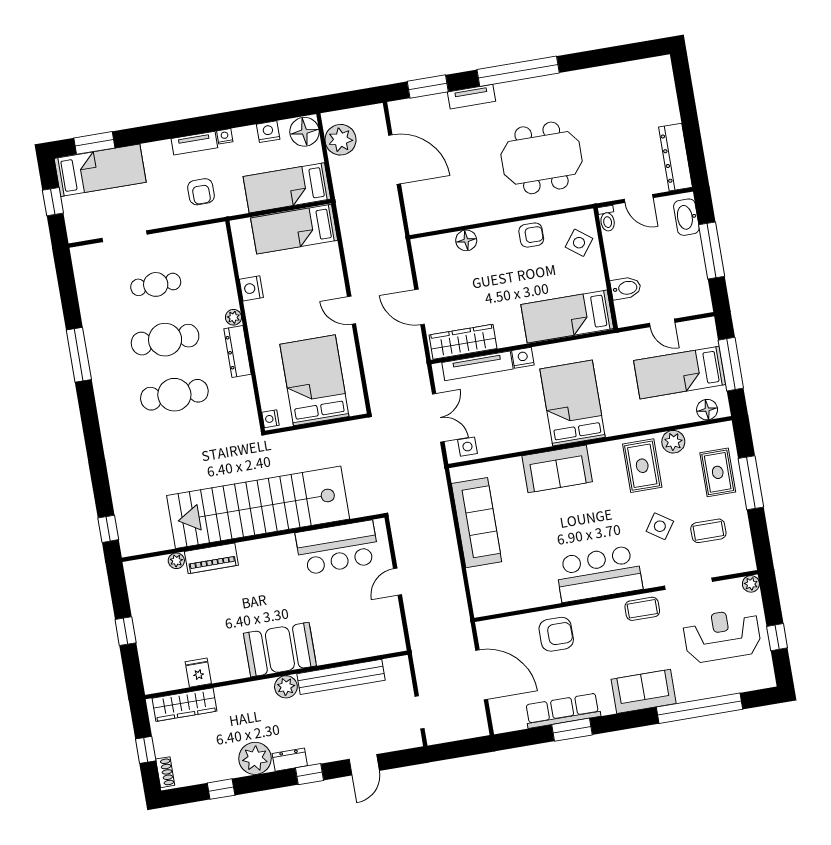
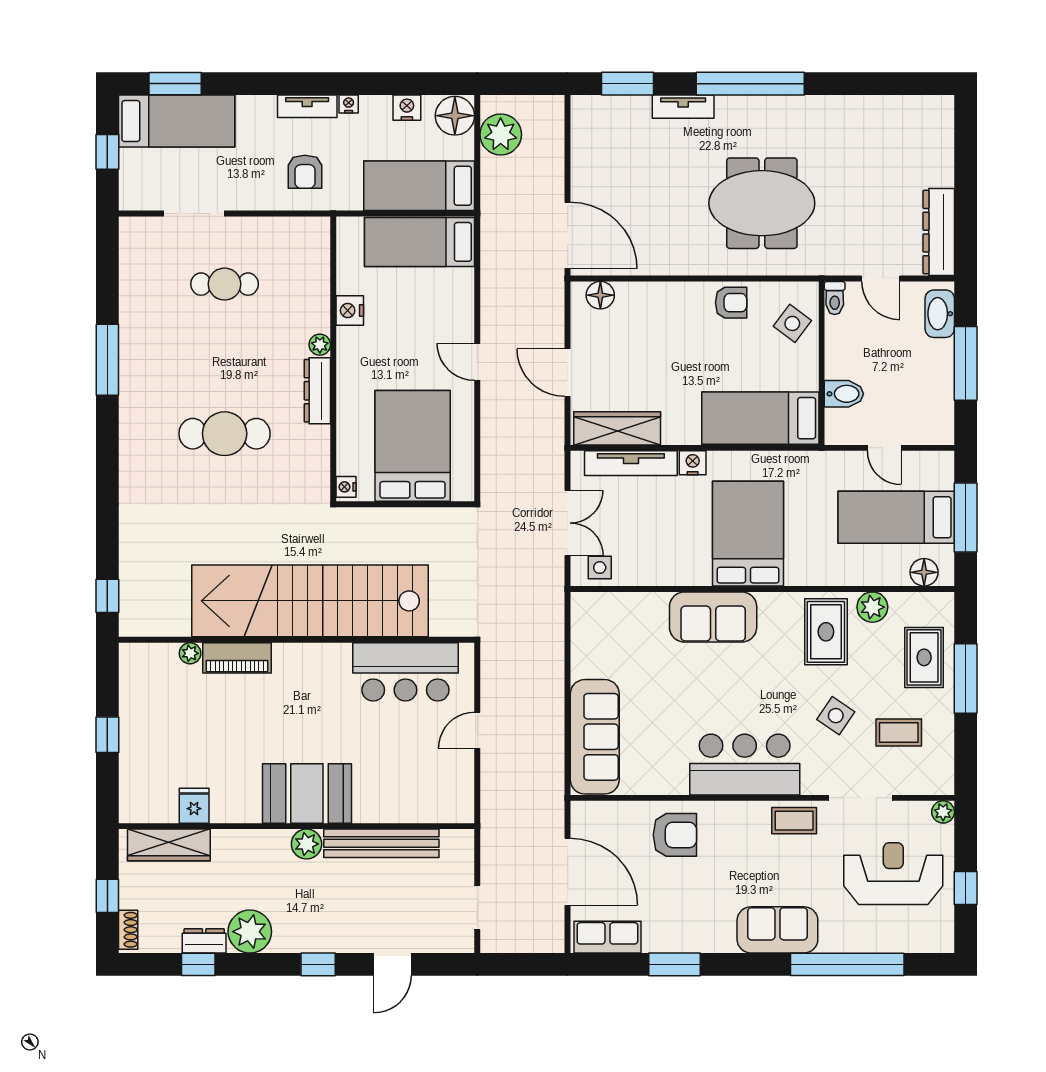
door: (395, 160) -> (568, 235), moved
floor lamp: (466, 240) -> (600, 295), moved
cafe table: (165, 340) -> (225, 359), removed
sofa: (477, 523) -> (595, 737), moved
row of seats: (563, 711) -> (607, 937), moved, width x0.68
dresser: (290, 760) -> (204, 941), moved

